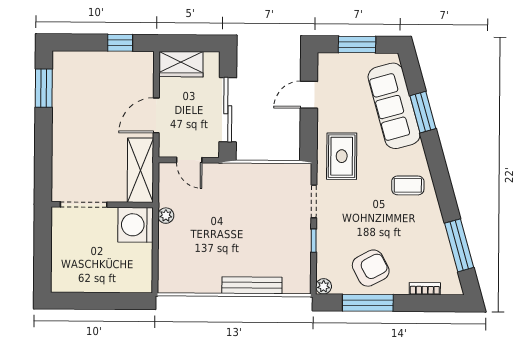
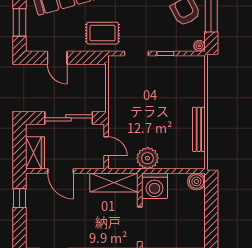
door: (156, 115) -> (61, 171), moved
door: (189, 160) -> (106, 146), hinge flipped
plant: (166, 216) -> (148, 158), width x1.87, depth x1.87
boiler: (141, 281) -> (196, 181), added
bench: (252, 285) -> (199, 129), moved

